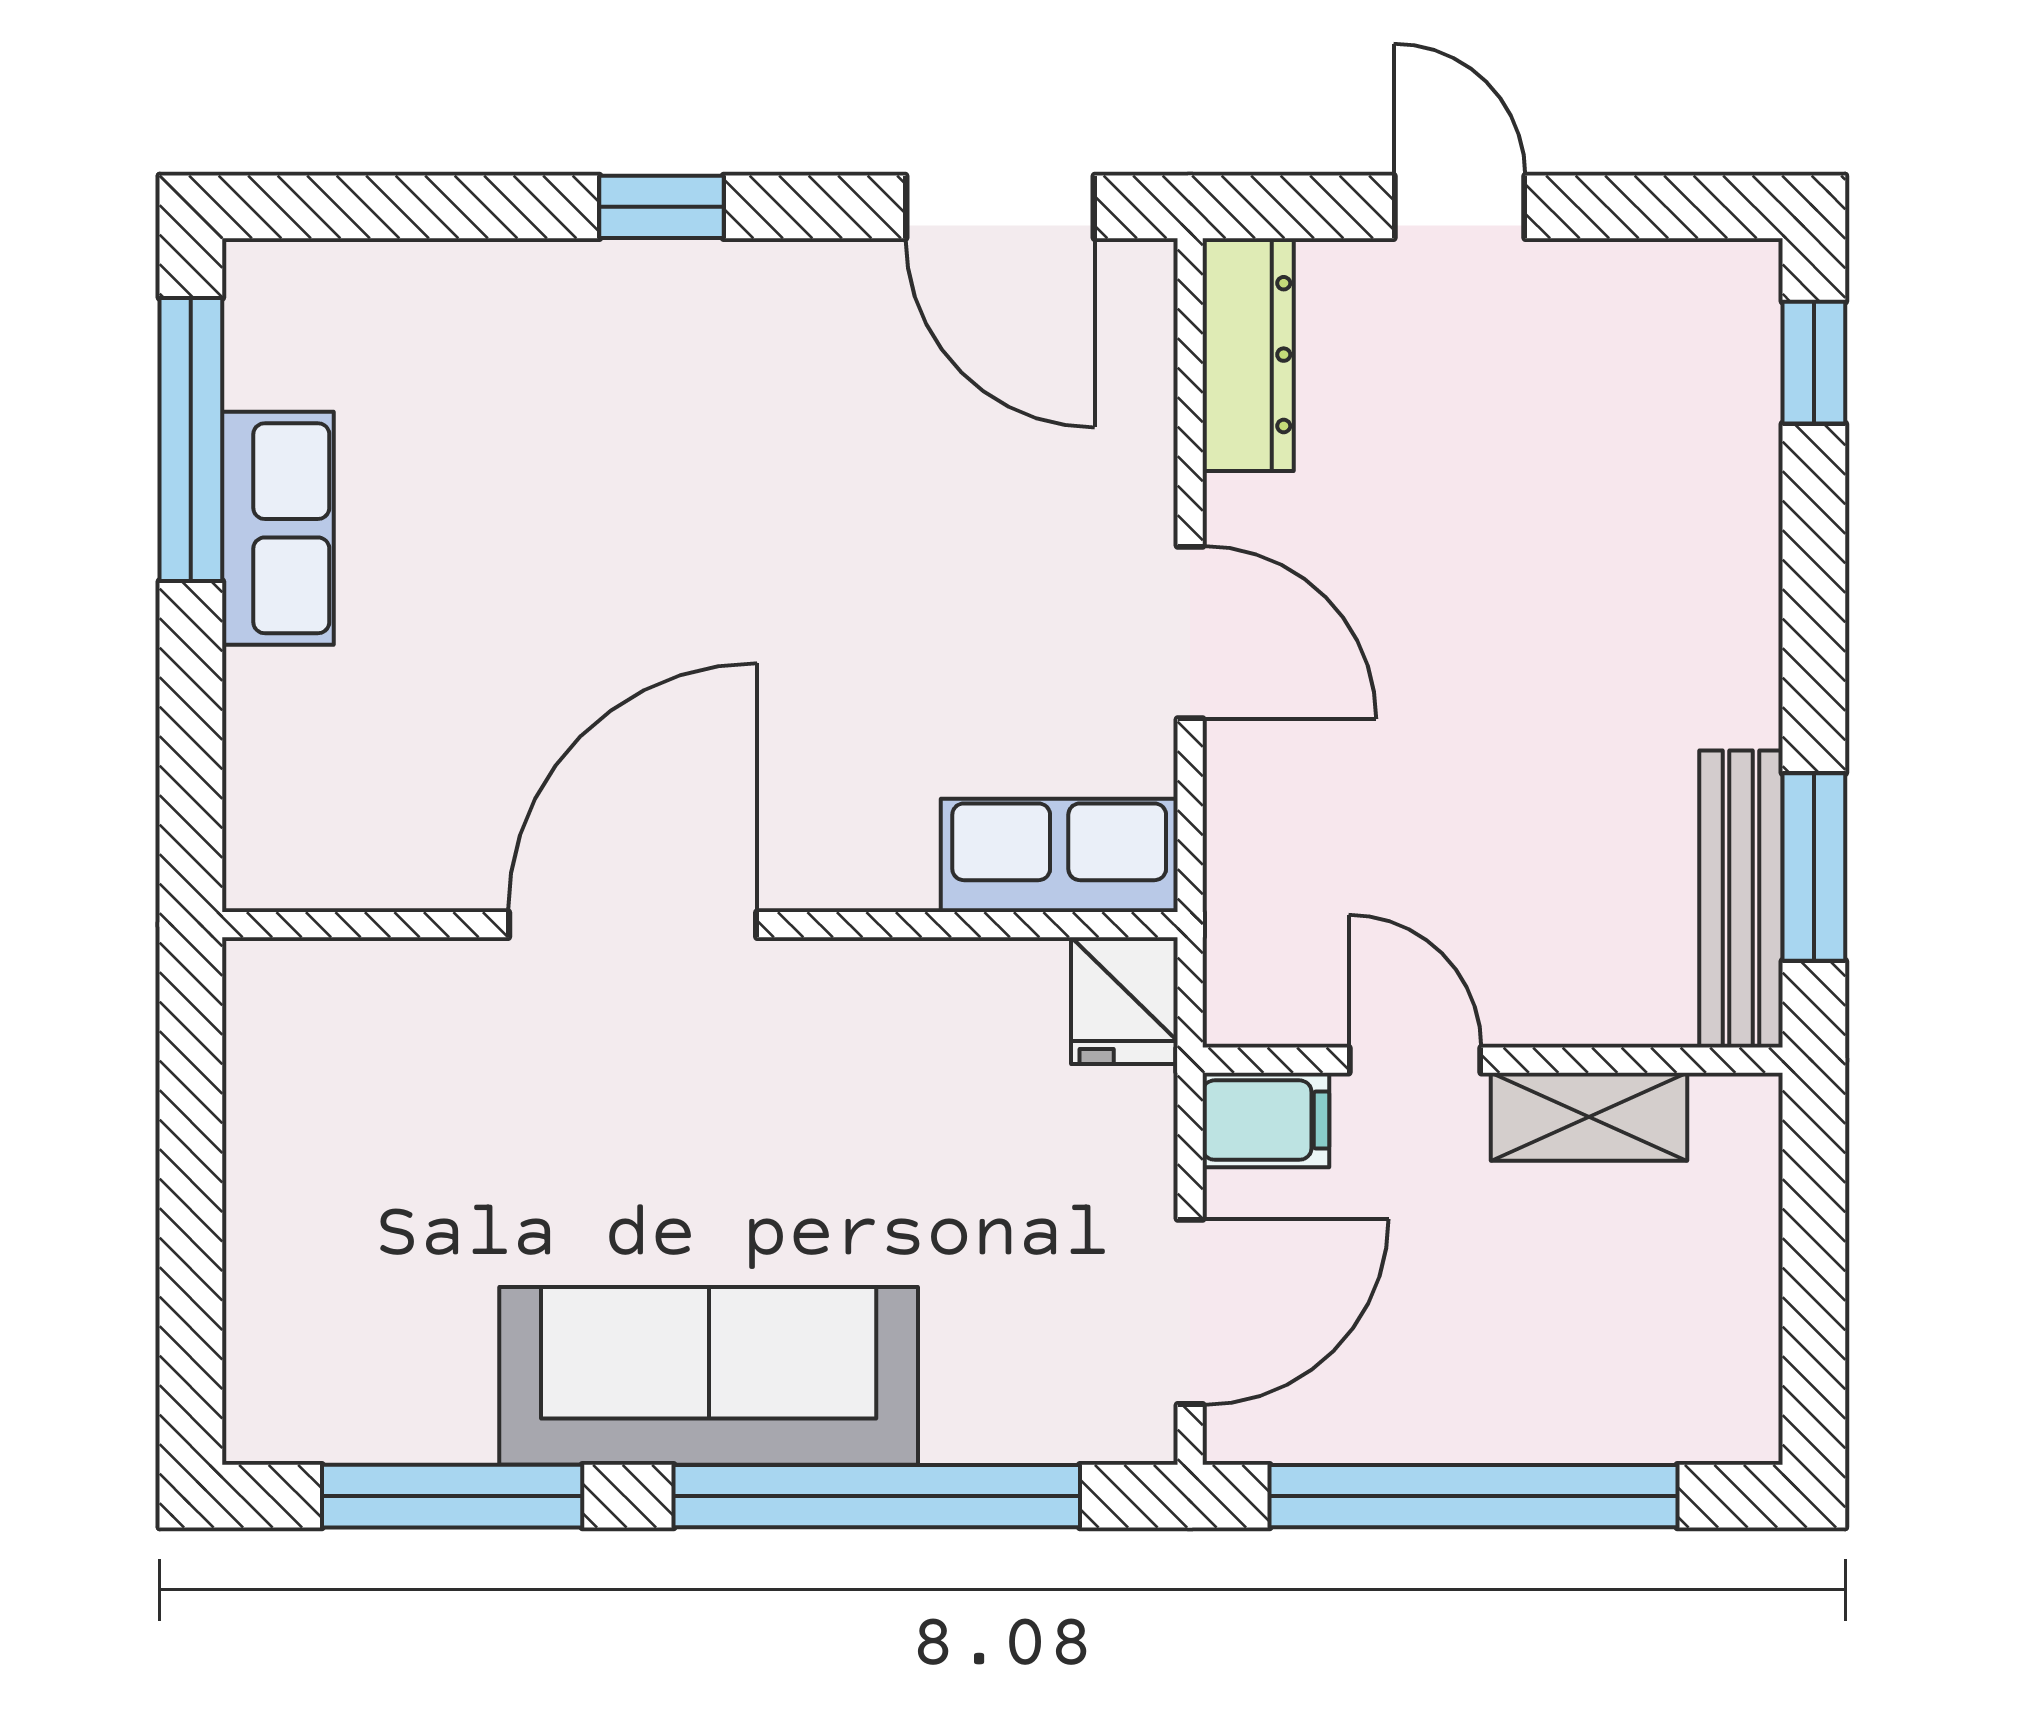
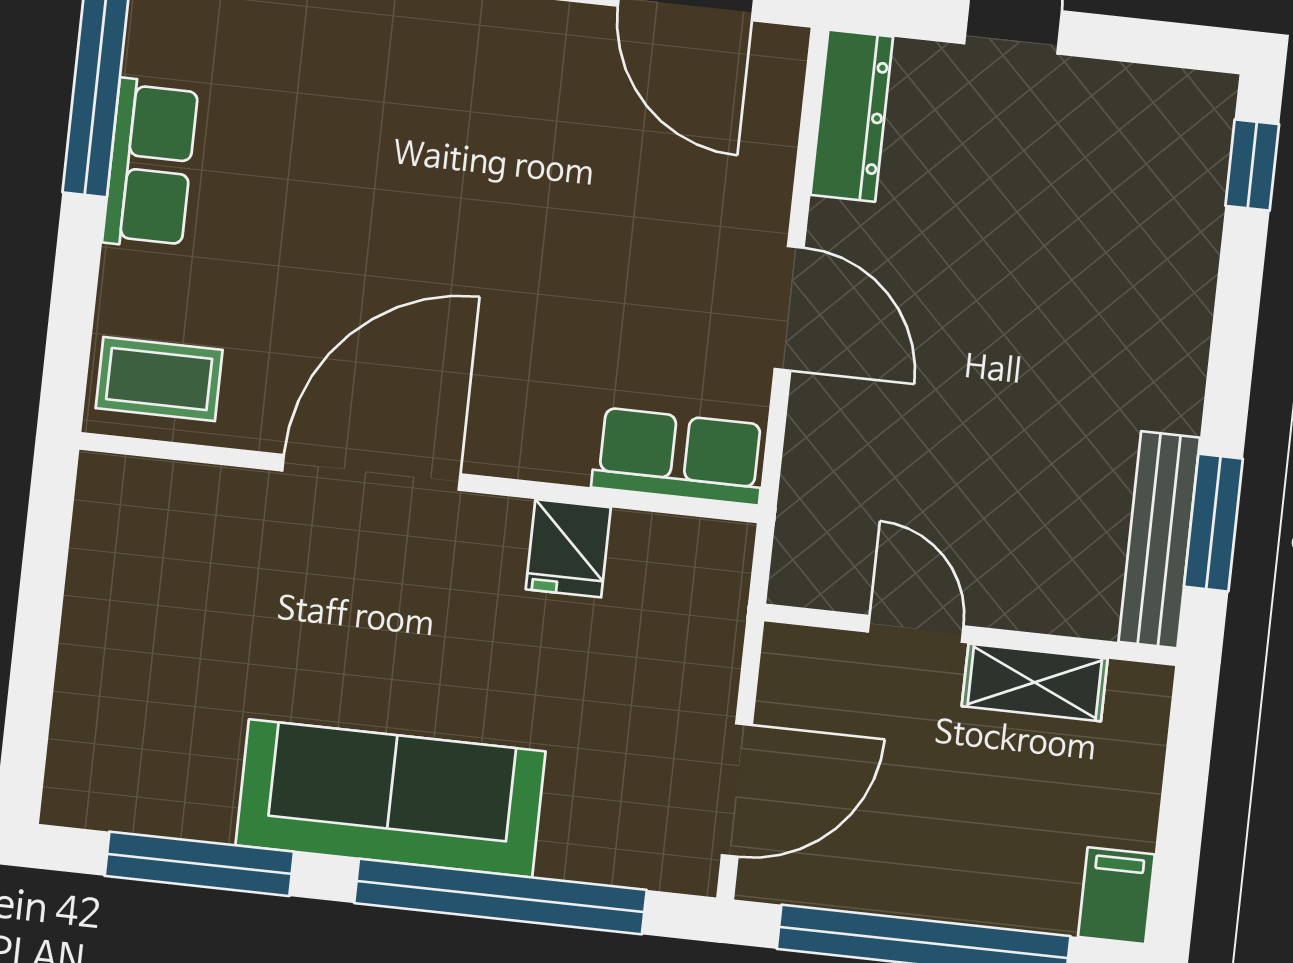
coffee table: (323, 826) -> (159, 379), added
fridge: (1124, 1001) -> (568, 548), moved
filing cabinet: (1266, 1120) -> (1116, 896), moved, turned -90

